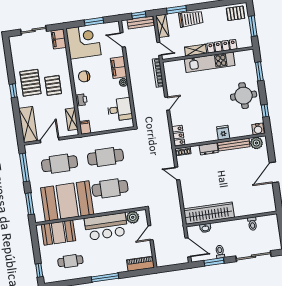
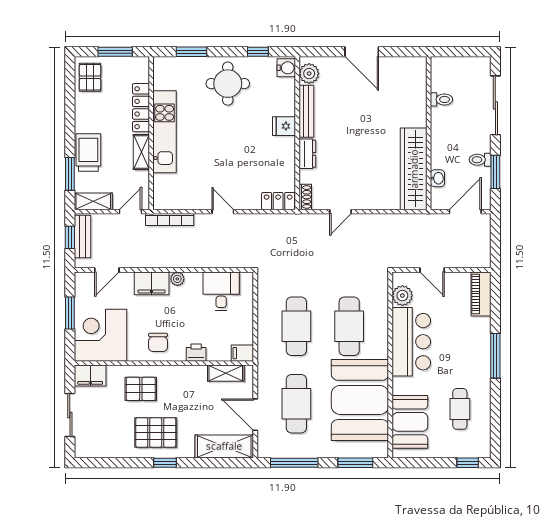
pallet: (53, 85) -> (141, 389), moved

